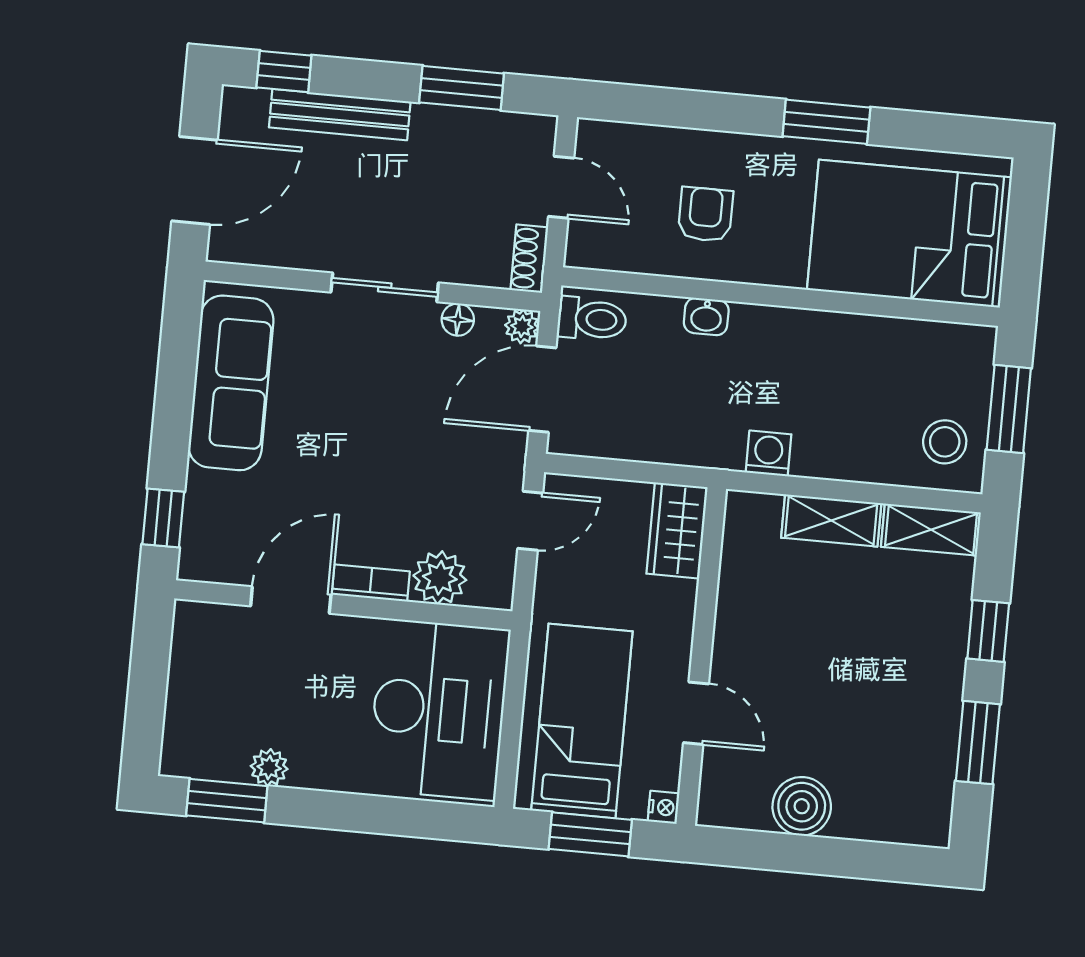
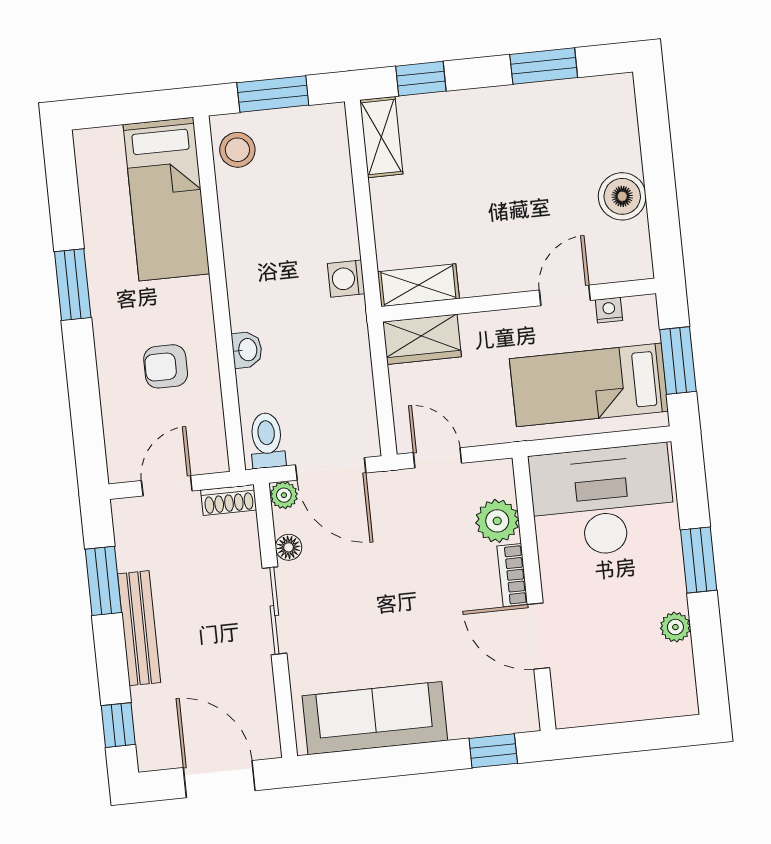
bench: (340, 115) -> (139, 628), moved
bed: (909, 234) -> (166, 199), width x0.67
stool: (945, 442) -> (237, 150), moved
shelving: (831, 521) -> (418, 285), moved, turned 90
window: (988, 631) -> (421, 79), moved
window: (227, 801) -> (699, 560), moved
nightstand: (663, 807) -> (609, 310), moved

